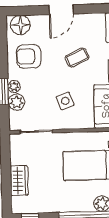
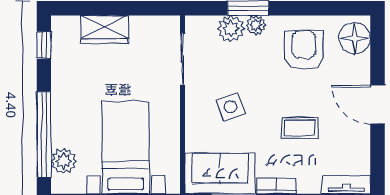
coffee table: (77, 58) -> (300, 128), turned -66

